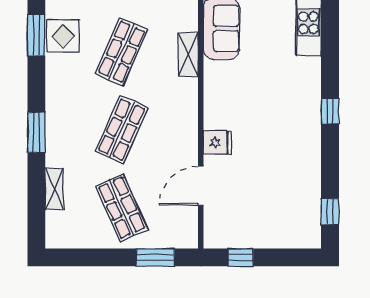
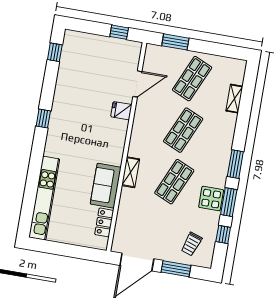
window: (36, 132) -> (235, 164), moved
shop shelf: (122, 208) -> (192, 79), turned 48

